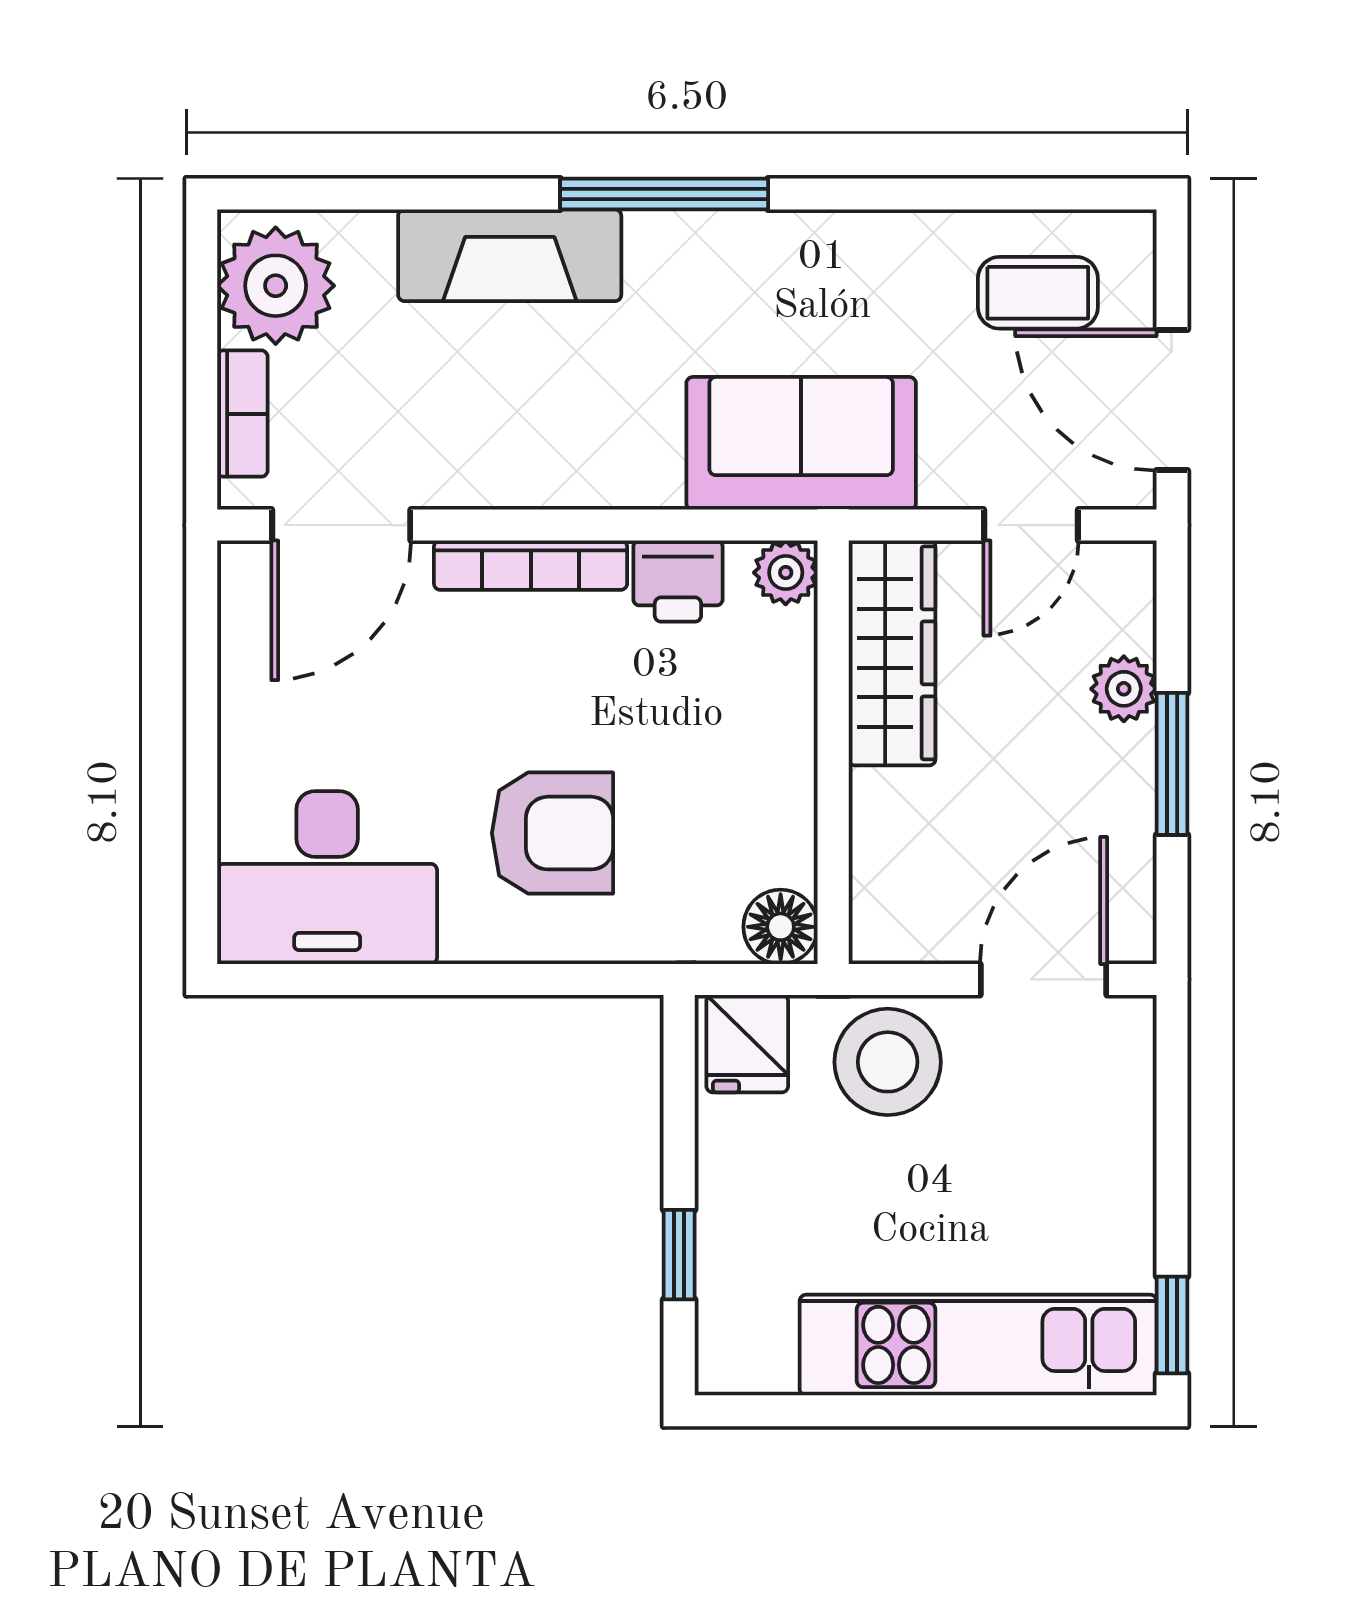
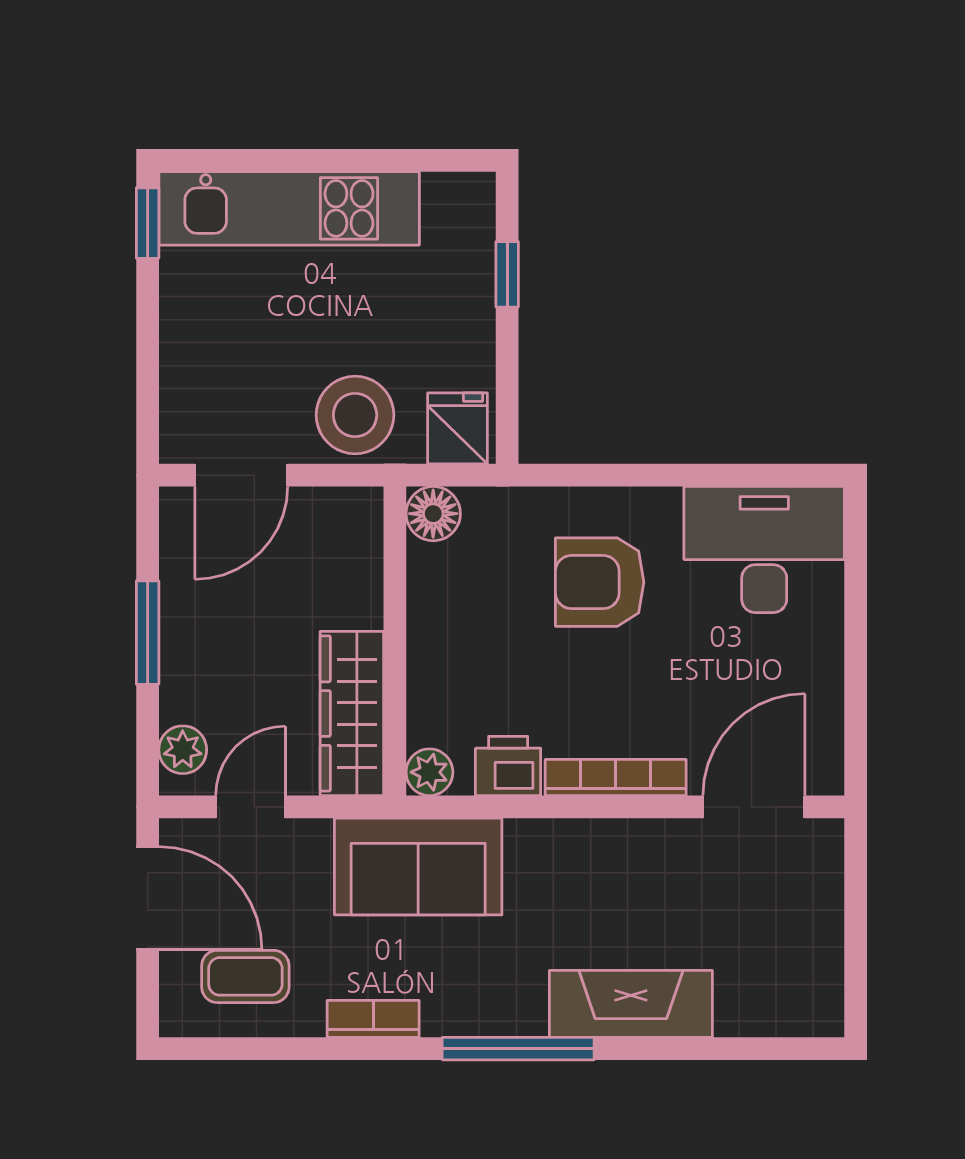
plant: (276, 286) -> (802, 982), removed
bookcase: (242, 414) -> (373, 1019), moved, turned 90
plant: (1124, 689) -> (183, 750), moved

